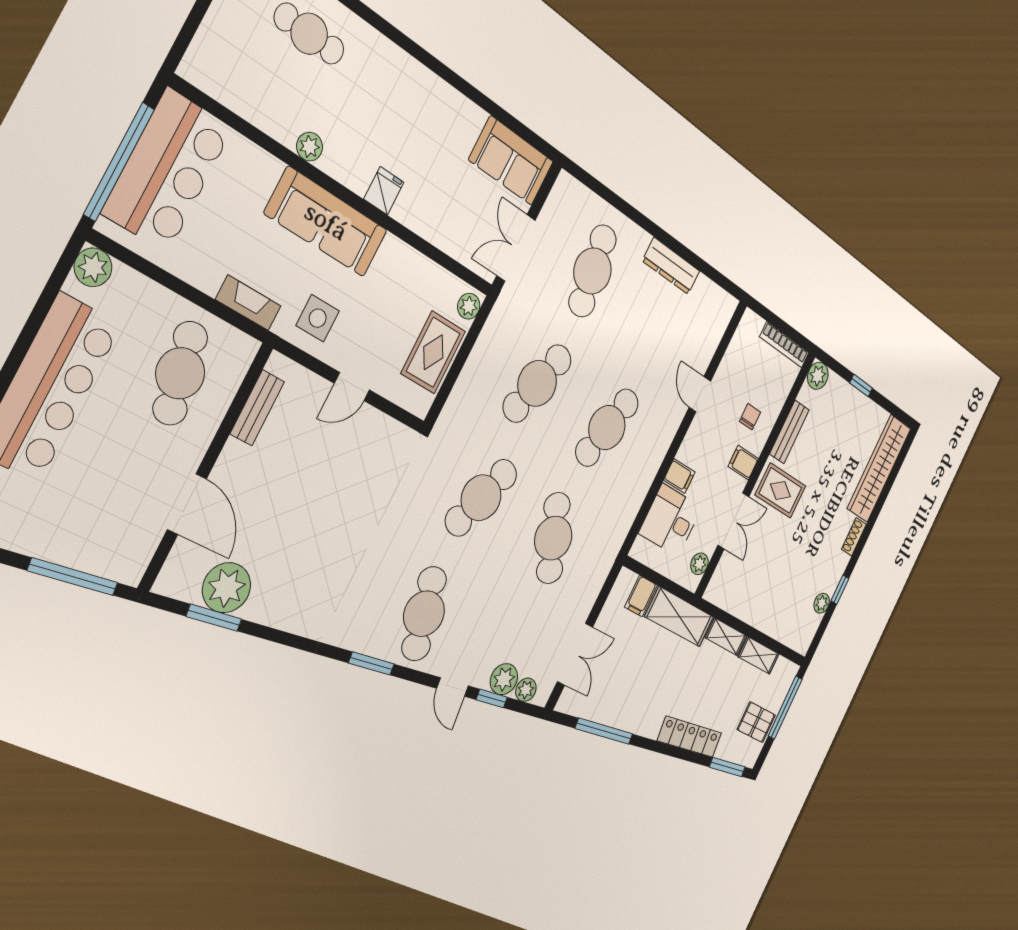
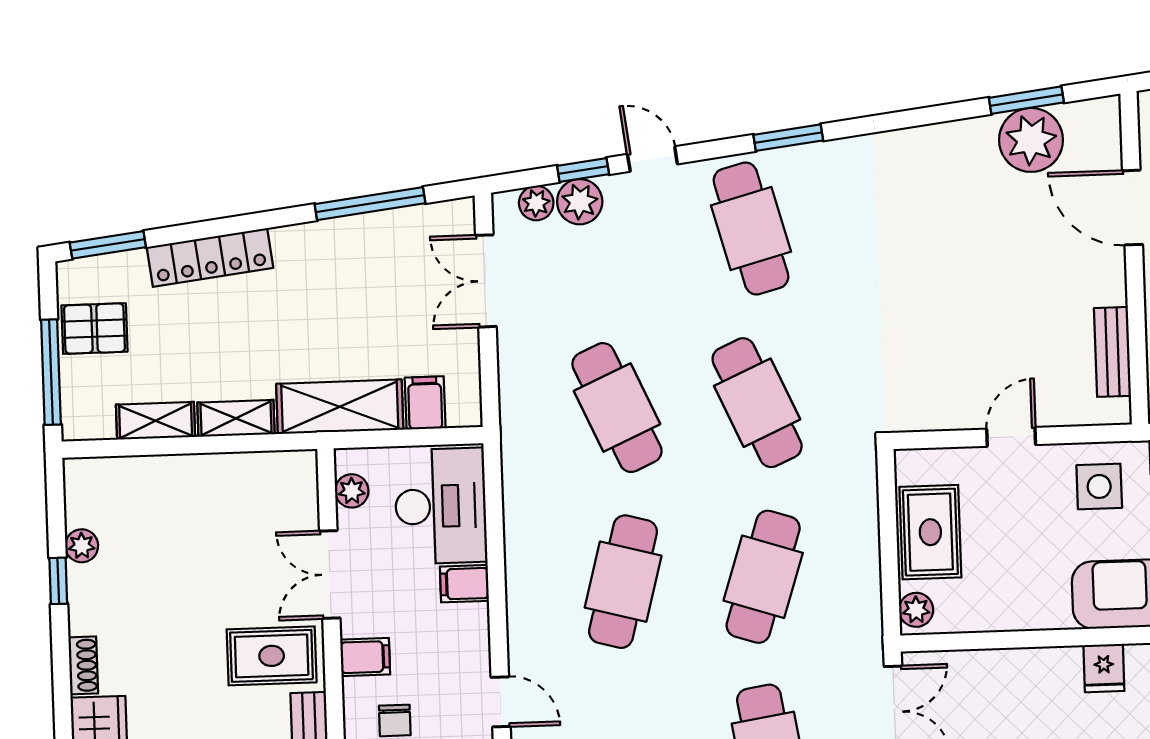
cafe table: (481, 498) -> (757, 403), turned -45
desk: (670, 520) -> (441, 506), width x1.37

